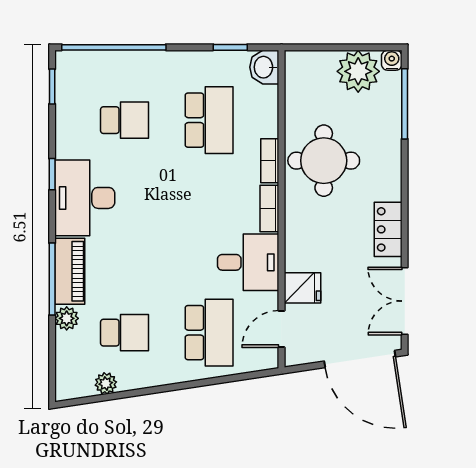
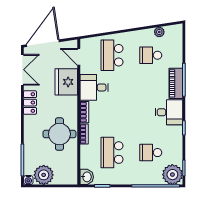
desk: (85, 198) -> (169, 112), width x0.73
fridge: (303, 288) -> (66, 82), width x1.88, depth x1.34
plant: (67, 318) -> (172, 175), moved, width x1.88, depth x1.88
door: (282, 329) -> (79, 57), swing flipped
door: (360, 359) -> (43, 43), hinge flipped

